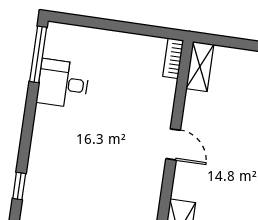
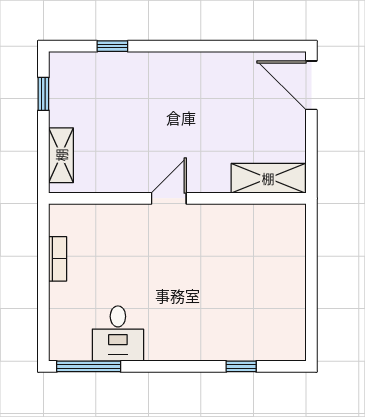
bookcase: (173, 58) -> (58, 259), moved, turned -90
shelving: (200, 67) -> (61, 155), moved, turned 90

